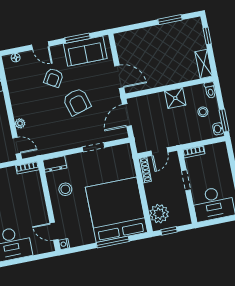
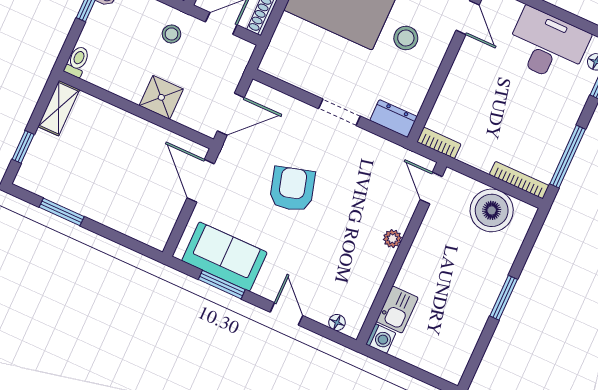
armchair: (54, 78) -> (301, 251), removed
shower: (175, 98) -> (161, 97), moved
stool: (203, 112) -> (171, 34), moved
plant: (20, 123) -> (392, 239), moved
doorway: (93, 147) -> (339, 112), moved
stool: (65, 189) -> (406, 38), moved

